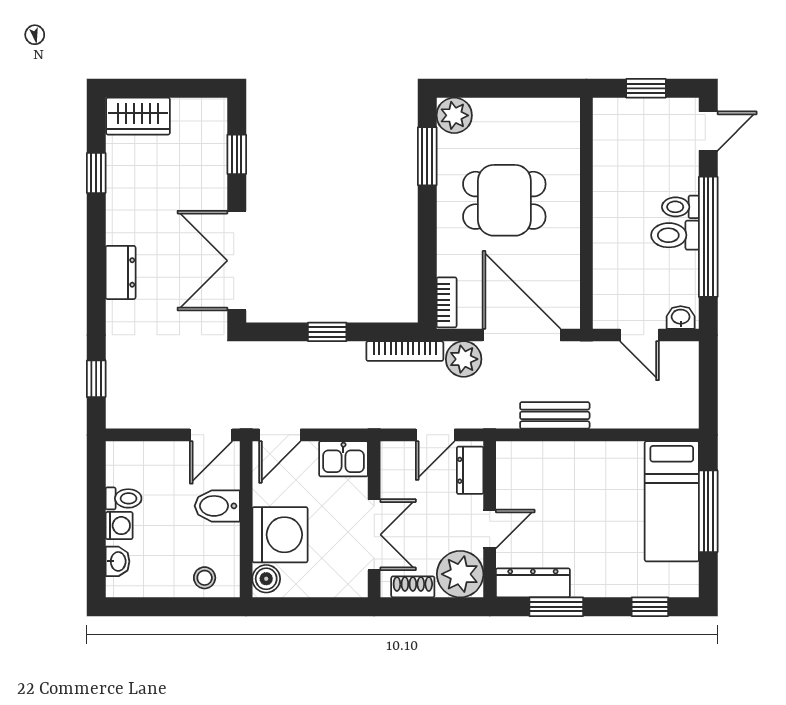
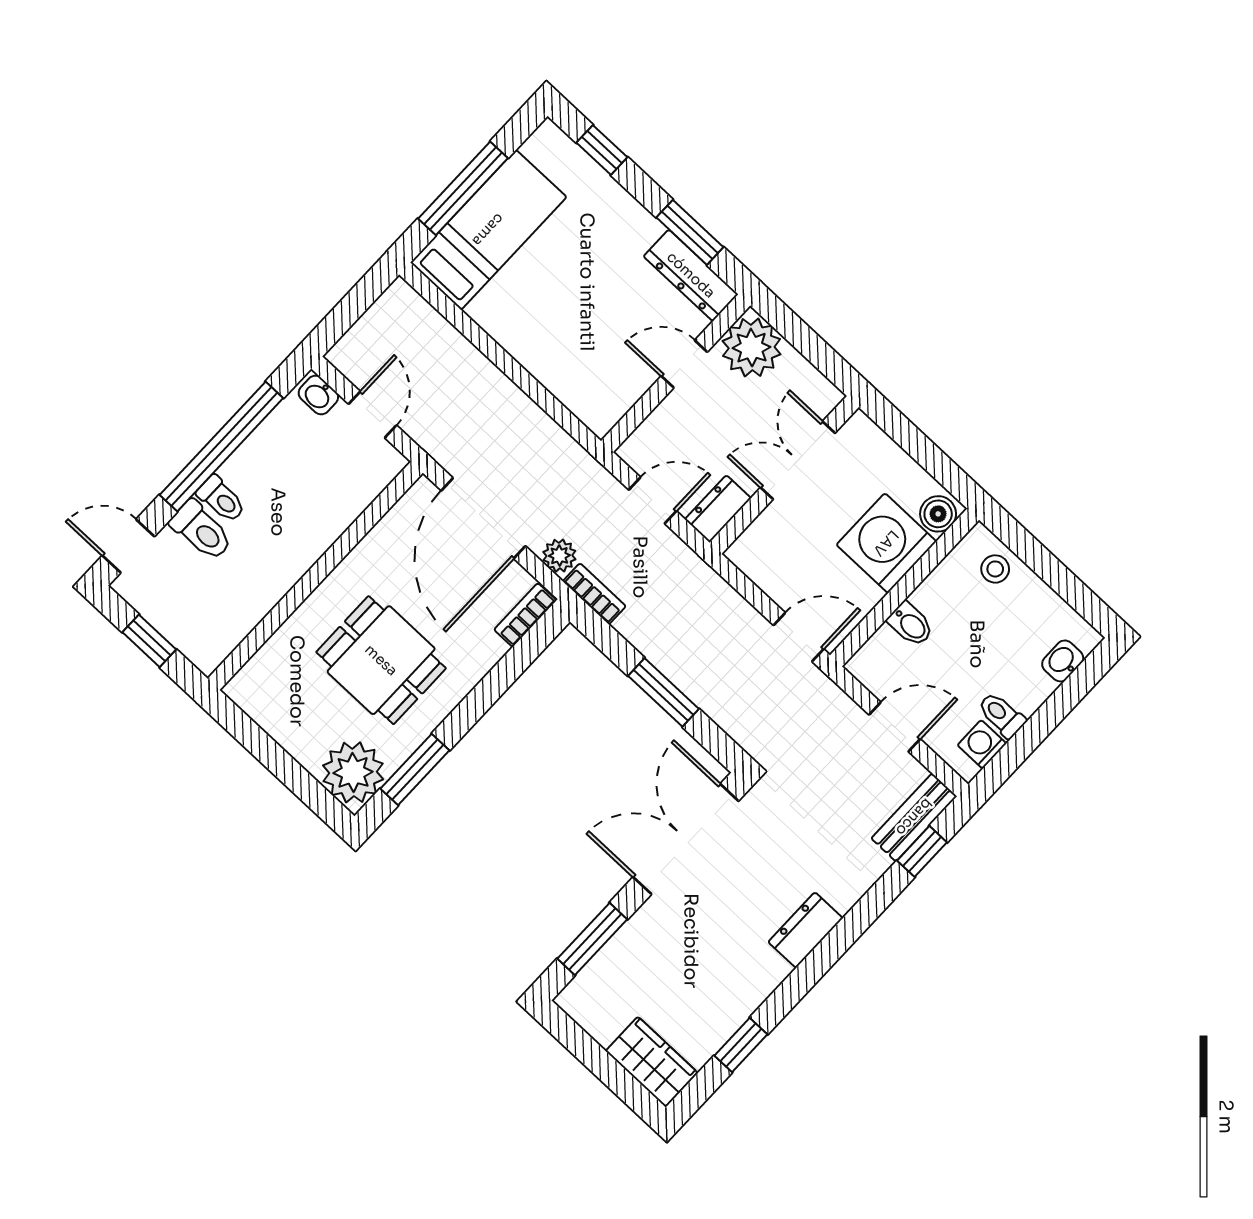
plant: (454, 115) -> (353, 772), width x1.36, depth x1.36
window: (237, 154) -> (592, 939), width x1.50
toilet: (675, 235) -> (201, 530), moved
double door: (237, 261) -> (686, 839), swing flipped
window: (327, 332) -> (664, 692), width x1.50
bookcase: (405, 351) -> (594, 594), width x0.64
plant: (464, 359) -> (559, 556), width x0.73, depth x0.73
bench: (555, 415) -> (914, 817), moved, turned 90
door: (211, 435) -> (895, 727), moved
kitchen sink: (343, 459) -> (760, 559), removed
dresser: (470, 470) -> (718, 509), moved, turned 180
bidet: (217, 506) -> (911, 624), width x0.72, depth x0.74
washing machine: (119, 526) -> (982, 744), moved
shoe rack: (413, 587) -> (807, 377), removed

